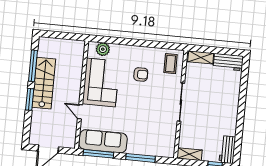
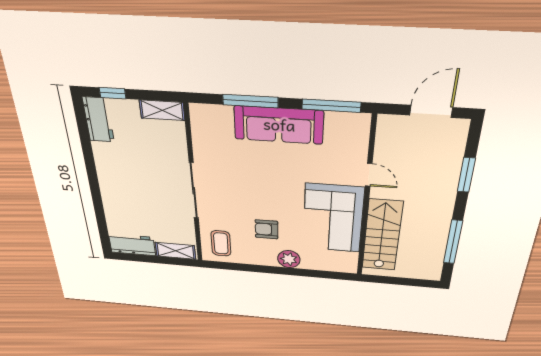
plant: (103, 49) -> (289, 259), moved
stairs: (44, 83) -> (382, 235), moved, turned 180
window: (30, 99) -> (466, 175), moved
sofa: (103, 141) -> (279, 125), moved

